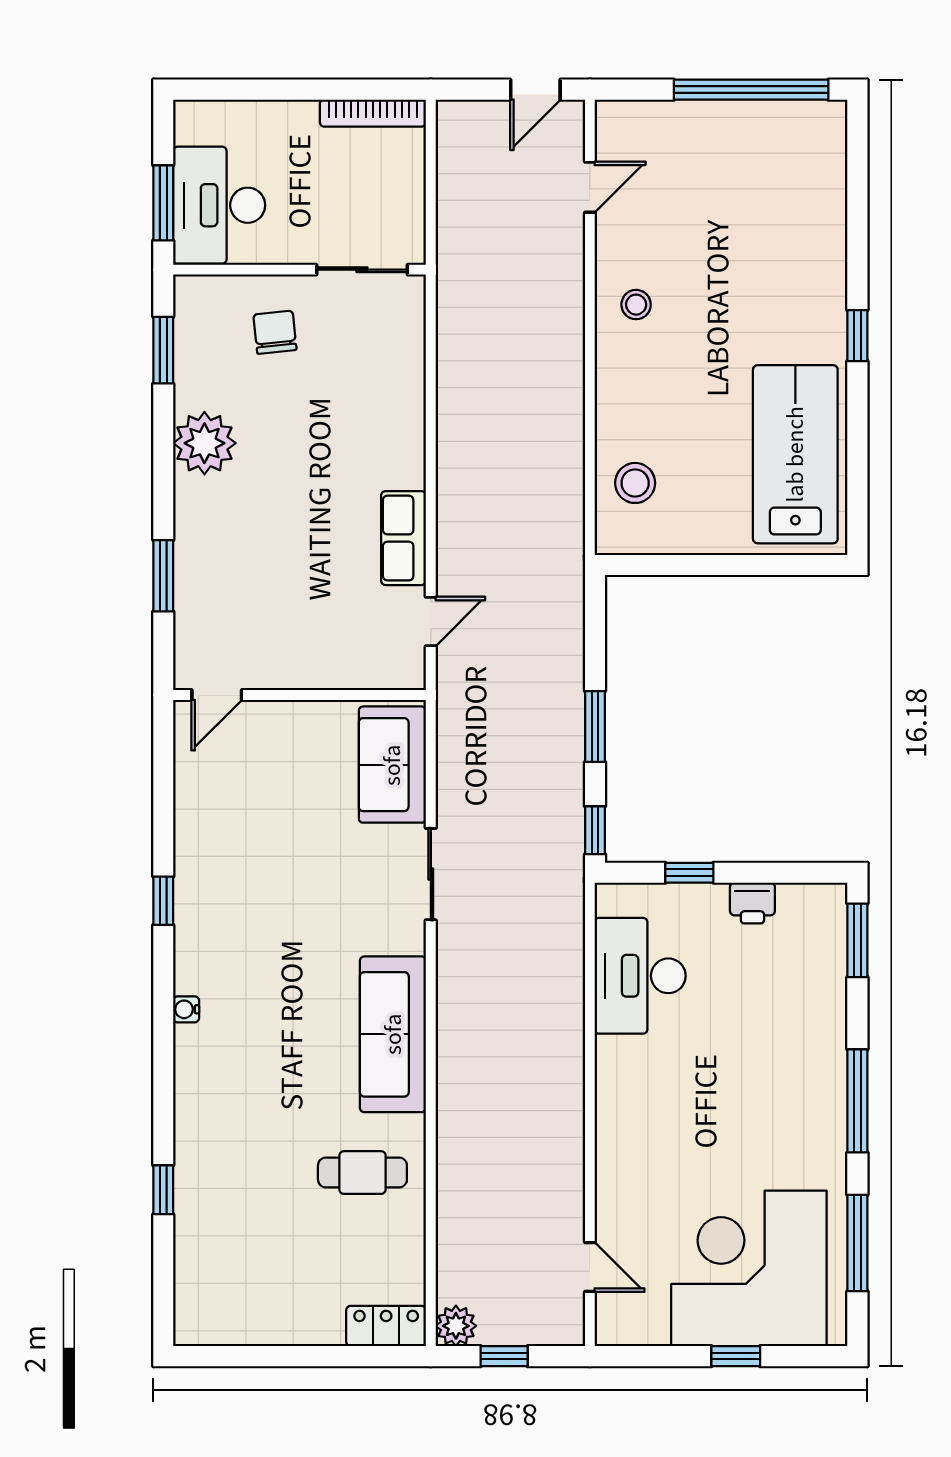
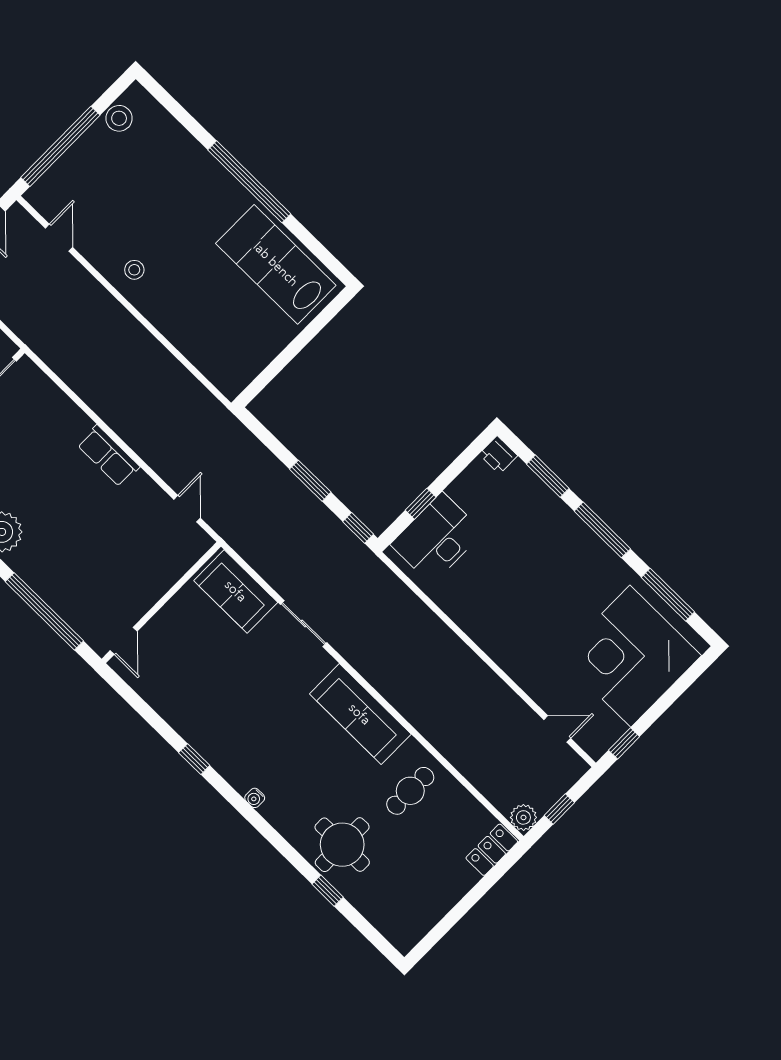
window: (751, 90) -> (60, 146), moved
window: (857, 336) -> (249, 182), width x3.17
stool: (635, 483) -> (119, 118), moved
row of seats: (404, 538) -> (108, 456), moved
window: (163, 576) -> (44, 611), width x2.11
printer: (752, 903) -> (498, 455), moved, turned 90
window: (857, 940) -> (548, 476), moved
desk: (640, 976) -> (437, 538), moved, turned 90
round table: (230, 1156) -> (342, 845), added
window: (736, 1356) -> (624, 743), moved

